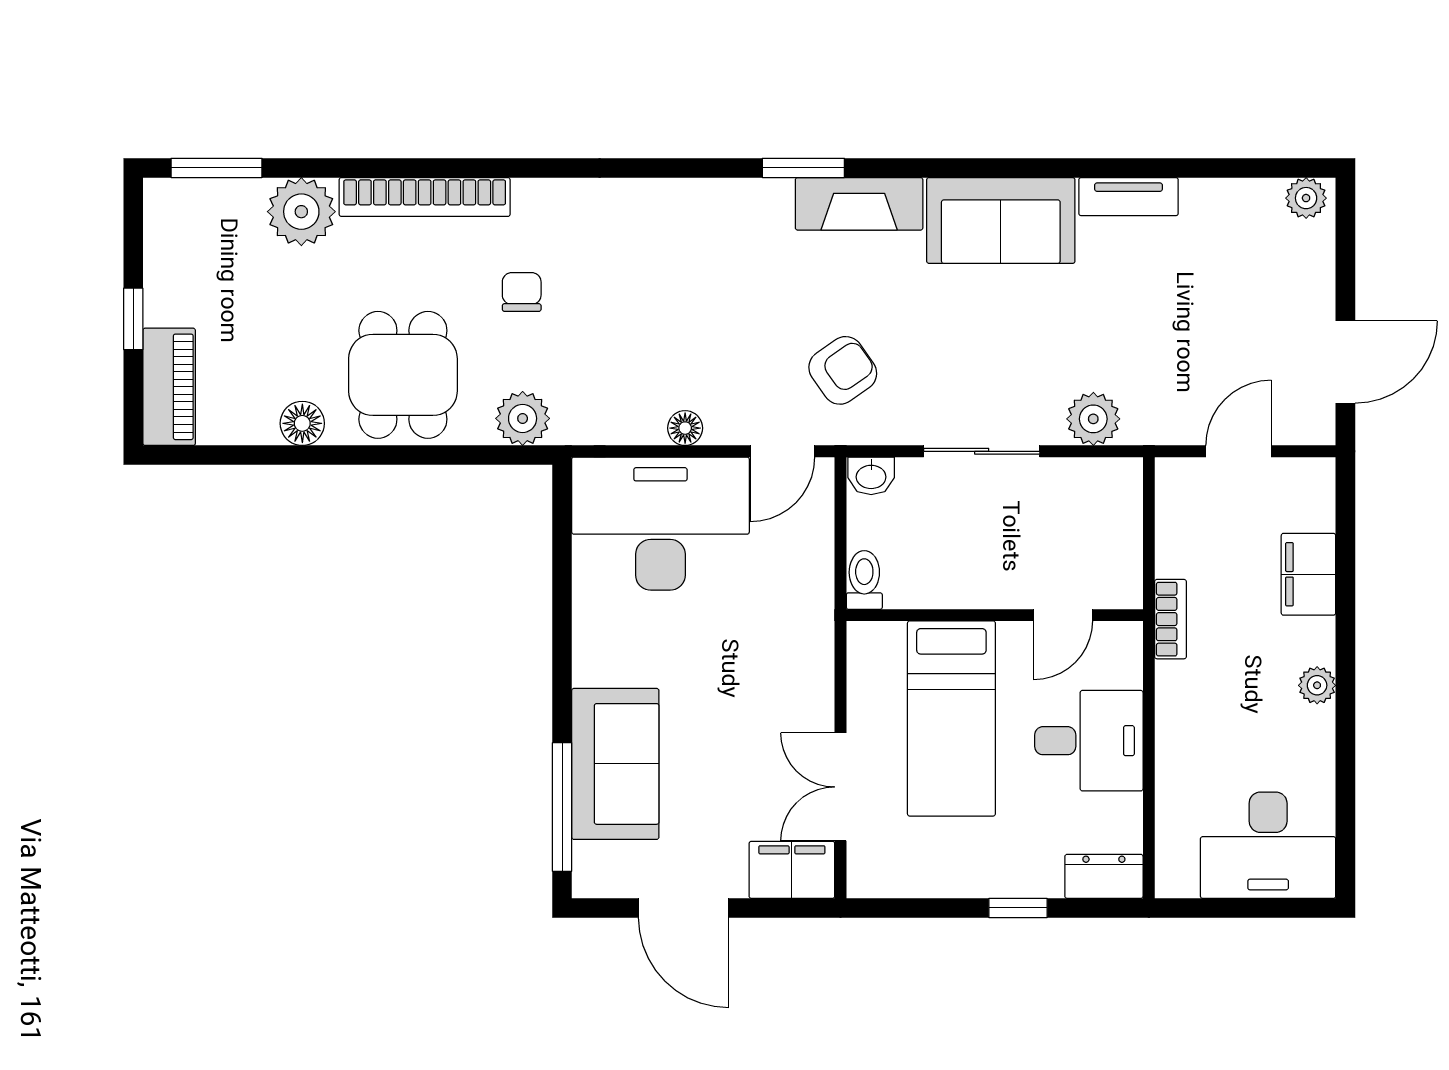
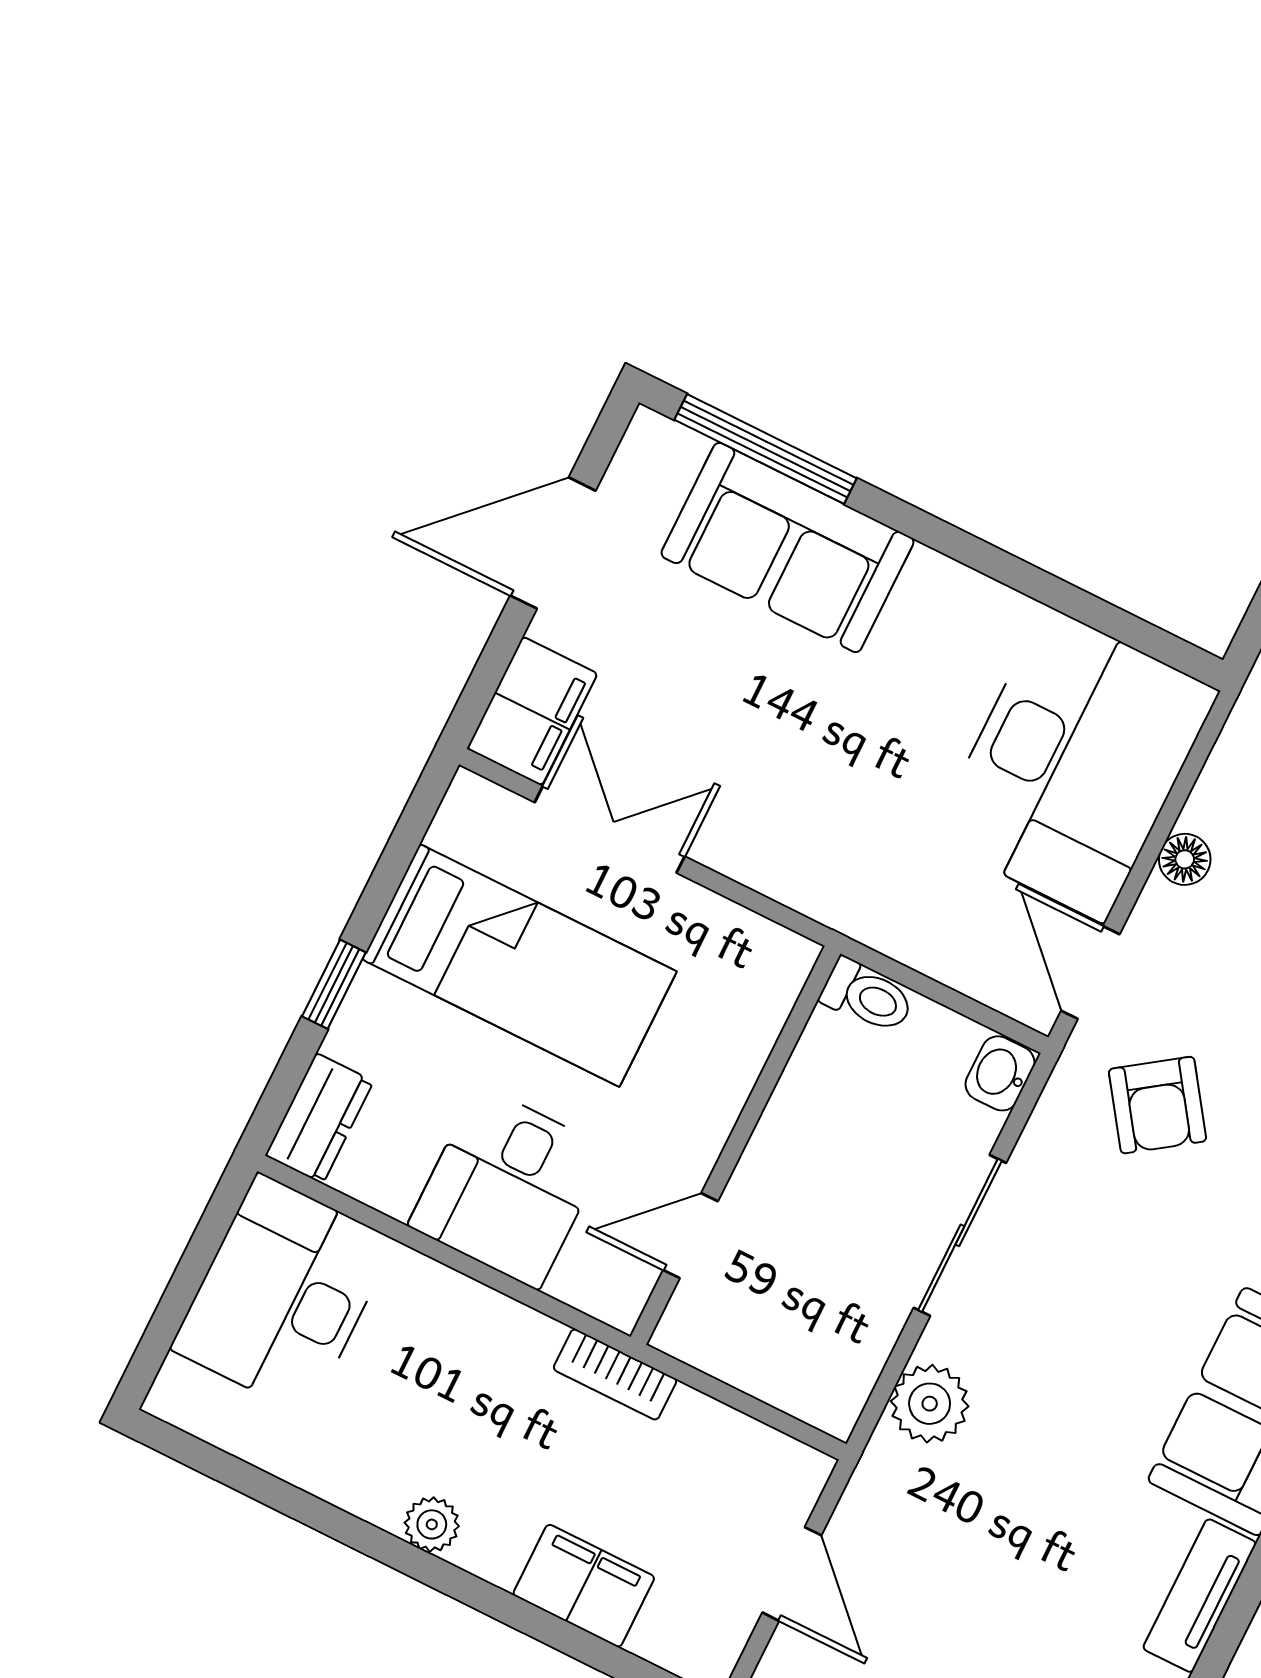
door: (1063, 615) -> (691, 1236), hinge flipped
bed: (951, 718) -> (519, 965), moved, turned 180
desk: (1268, 845) -> (283, 1295), moved

